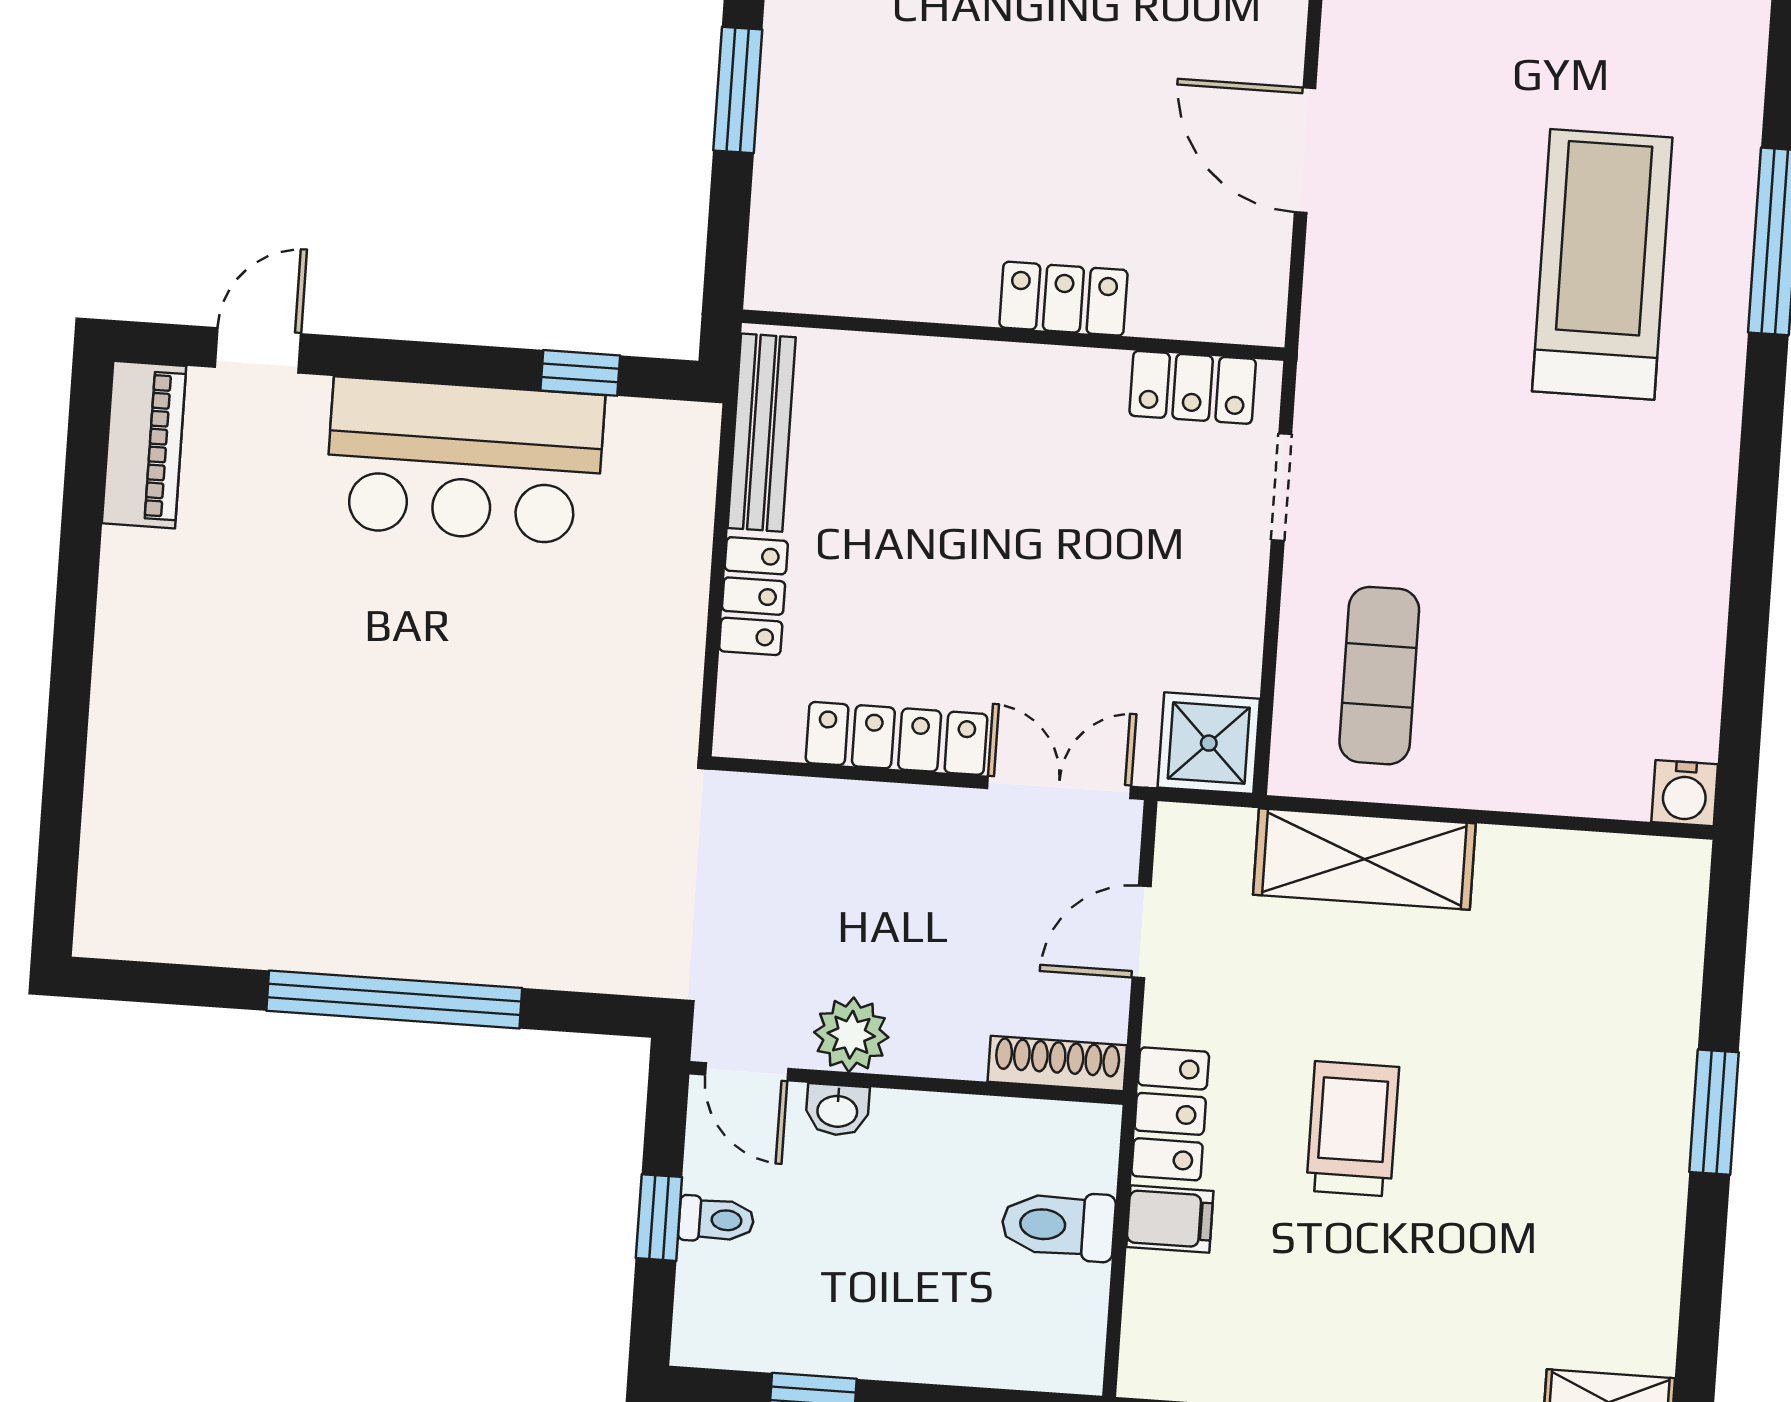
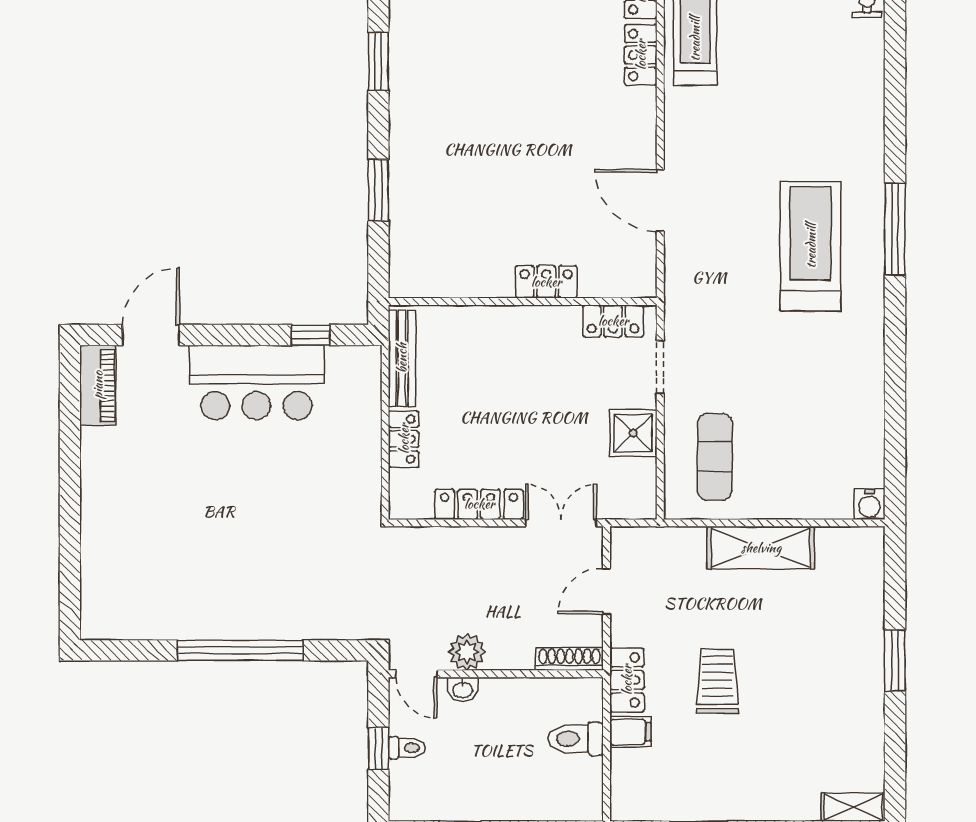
door: (258, 350) -> (151, 335), width x1.38
shower: (1209, 743) -> (633, 433), moved
shelving: (1364, 859) -> (761, 548), moved

